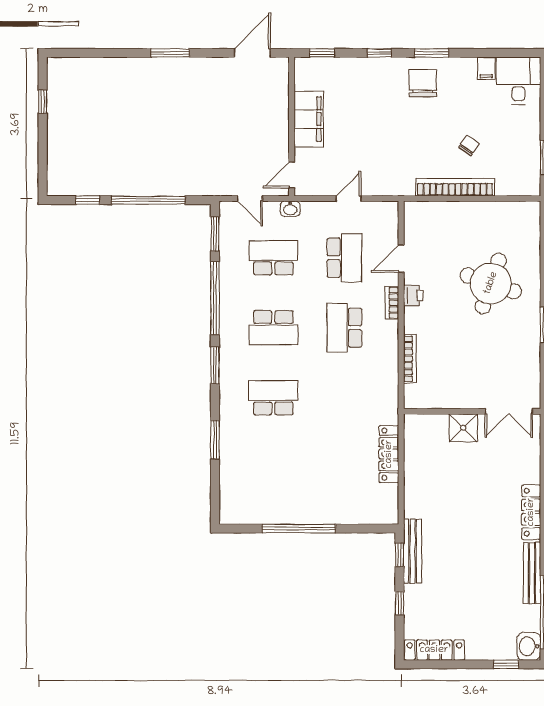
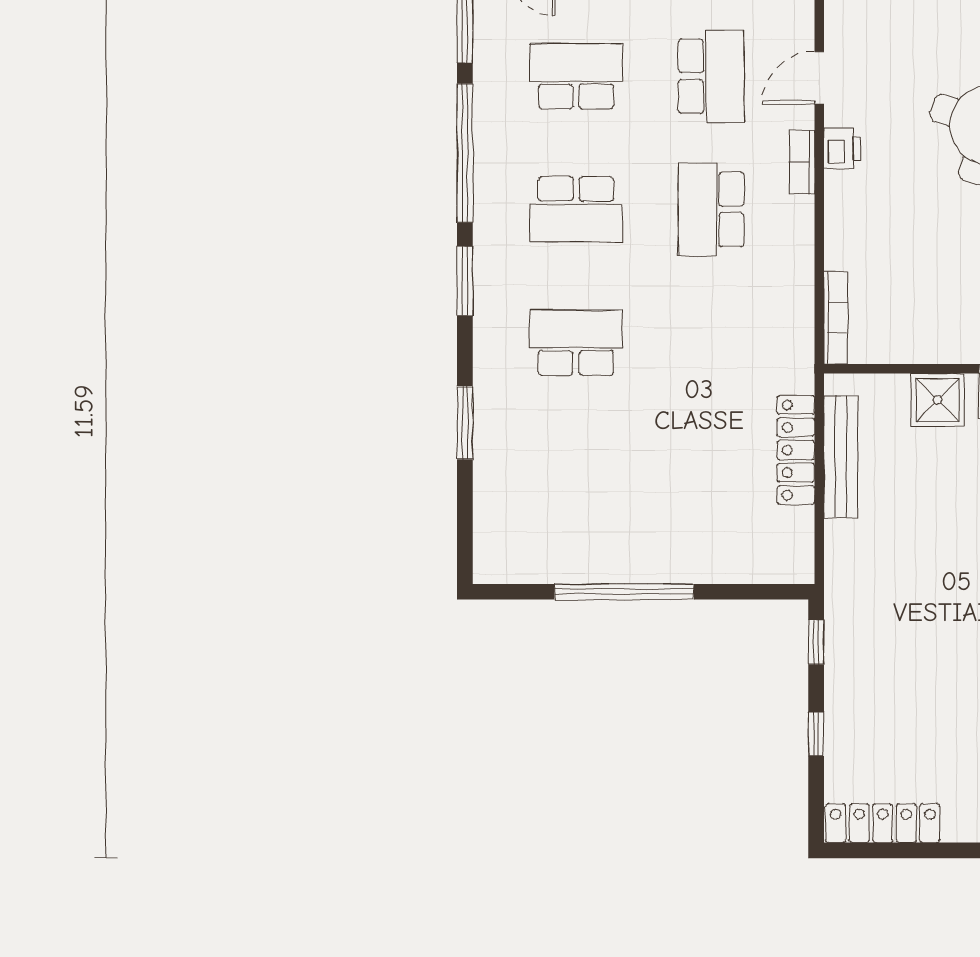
bookcase: (410, 359) -> (836, 318), moved
bench: (413, 551) -> (841, 457), moved

